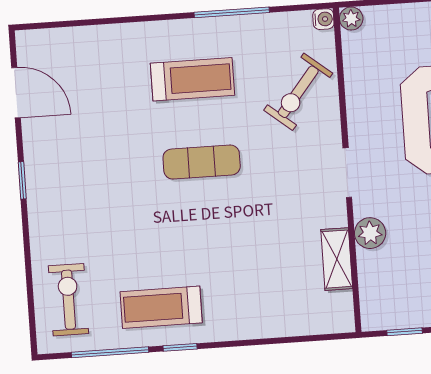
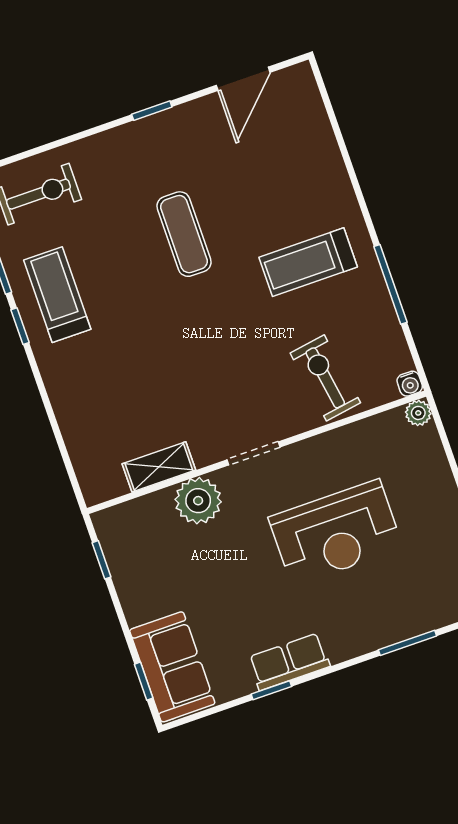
treadmill: (193, 79) -> (308, 262), turned 90
exercise bike: (298, 92) -> (325, 378), turned 42
exercise mat: (202, 162) -> (184, 234), moved
plant: (370, 233) -> (198, 501), width x1.36, depth x1.36

